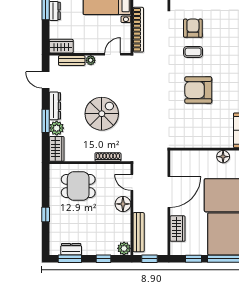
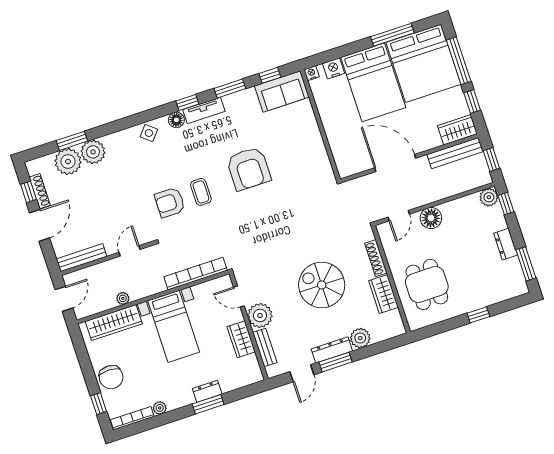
wardrobe: (61, 46) -> (241, 339), moved
plant: (91, 60) -> (260, 316), width x1.88, depth x1.88
window: (46, 121) -> (336, 362), moved
wardrobe: (57, 149) -> (384, 294), moved, turned -90
floor lamp: (223, 157) -> (325, 107), removed
wardrobe: (178, 229) -> (457, 130), moved
bench: (139, 232) -> (455, 153), moved
dresser: (71, 249) -> (506, 244), moved
window: (103, 259) -> (506, 204), moved

